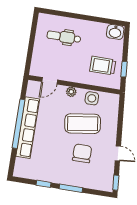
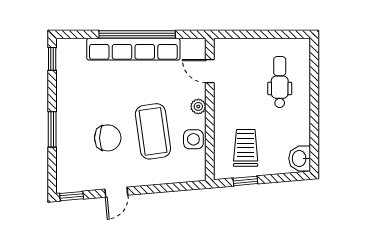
window: (43, 184) -> (52, 59), moved

